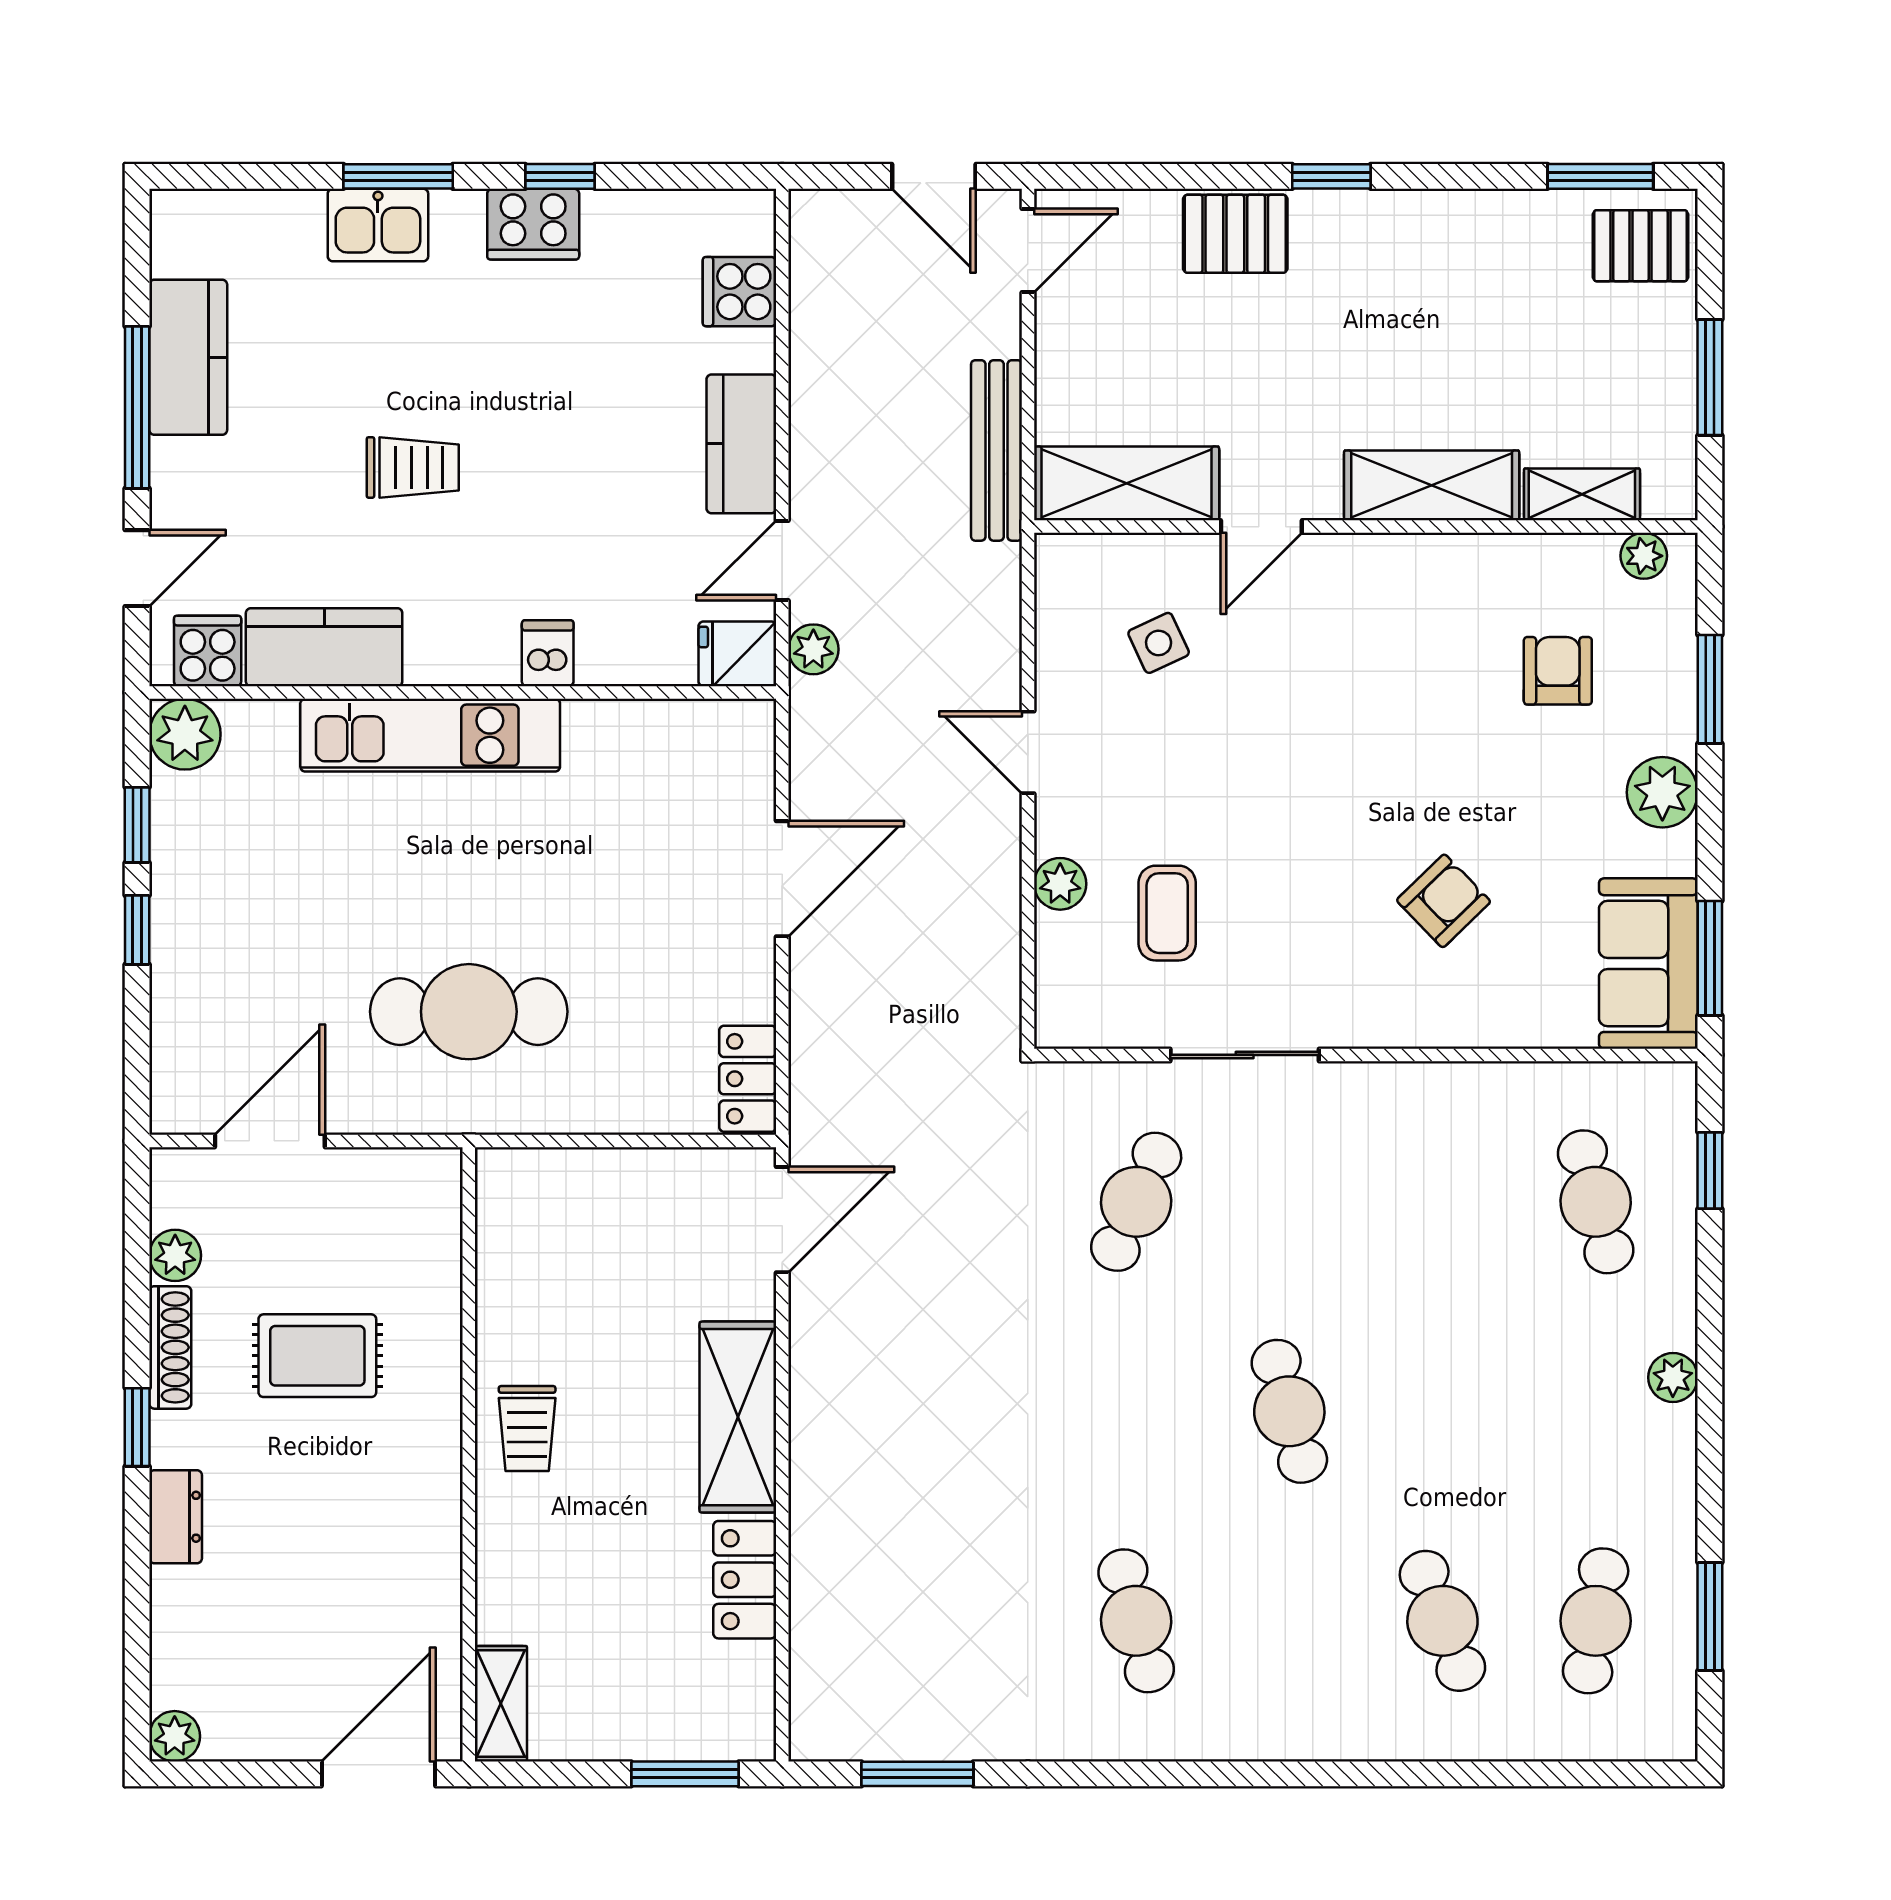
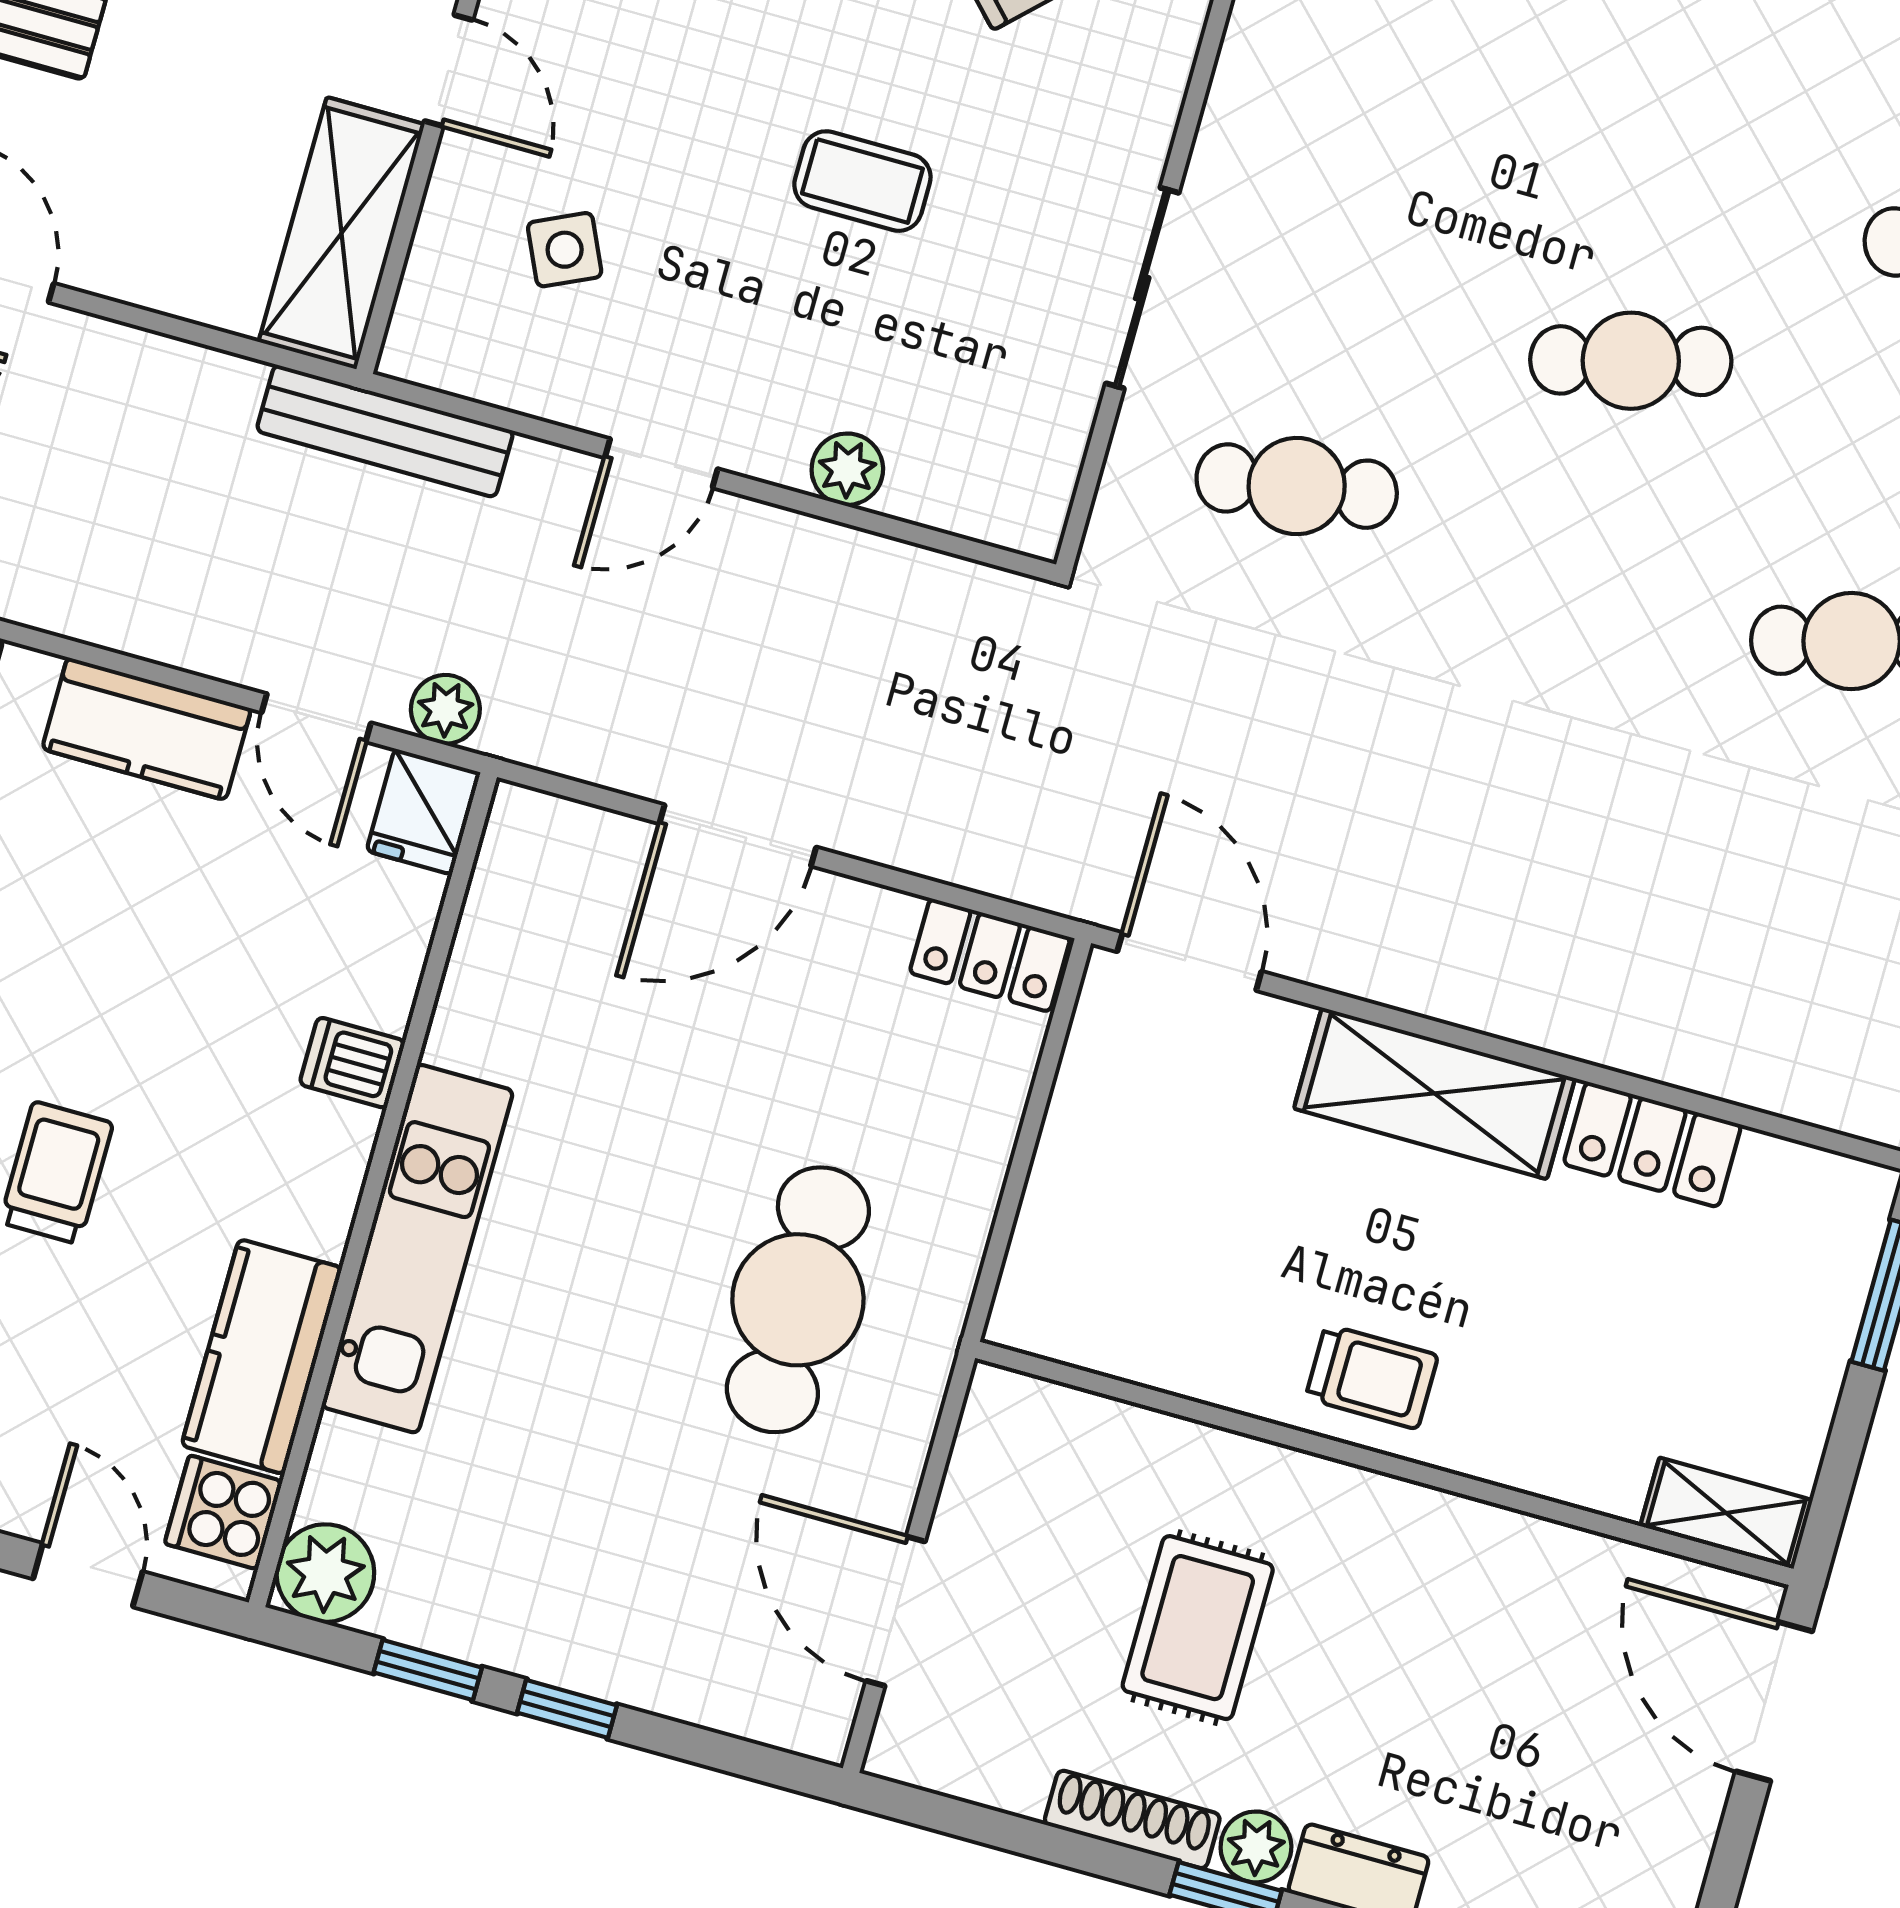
bench: (997, 450) -> (385, 431), moved
door: (782, 879) -> (738, 835), swing flipped
coffee table: (1167, 913) -> (862, 181), moved
cafe table: (1136, 1202) -> (1297, 486), turned -33
plant: (175, 1255) -> (1256, 1847), moved

